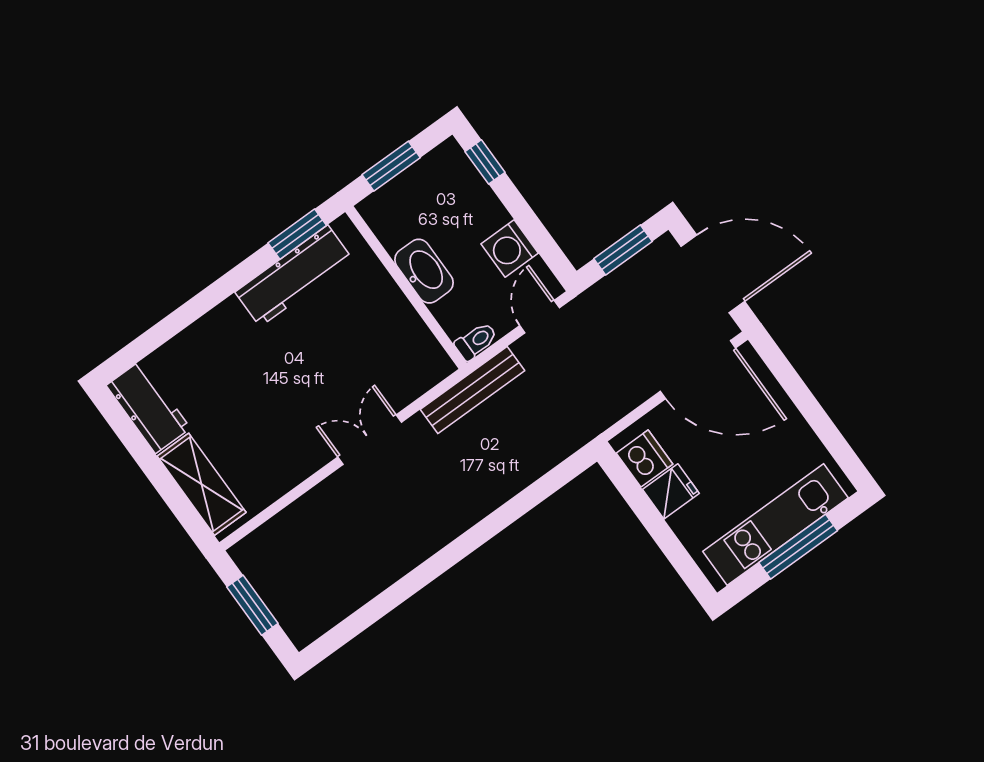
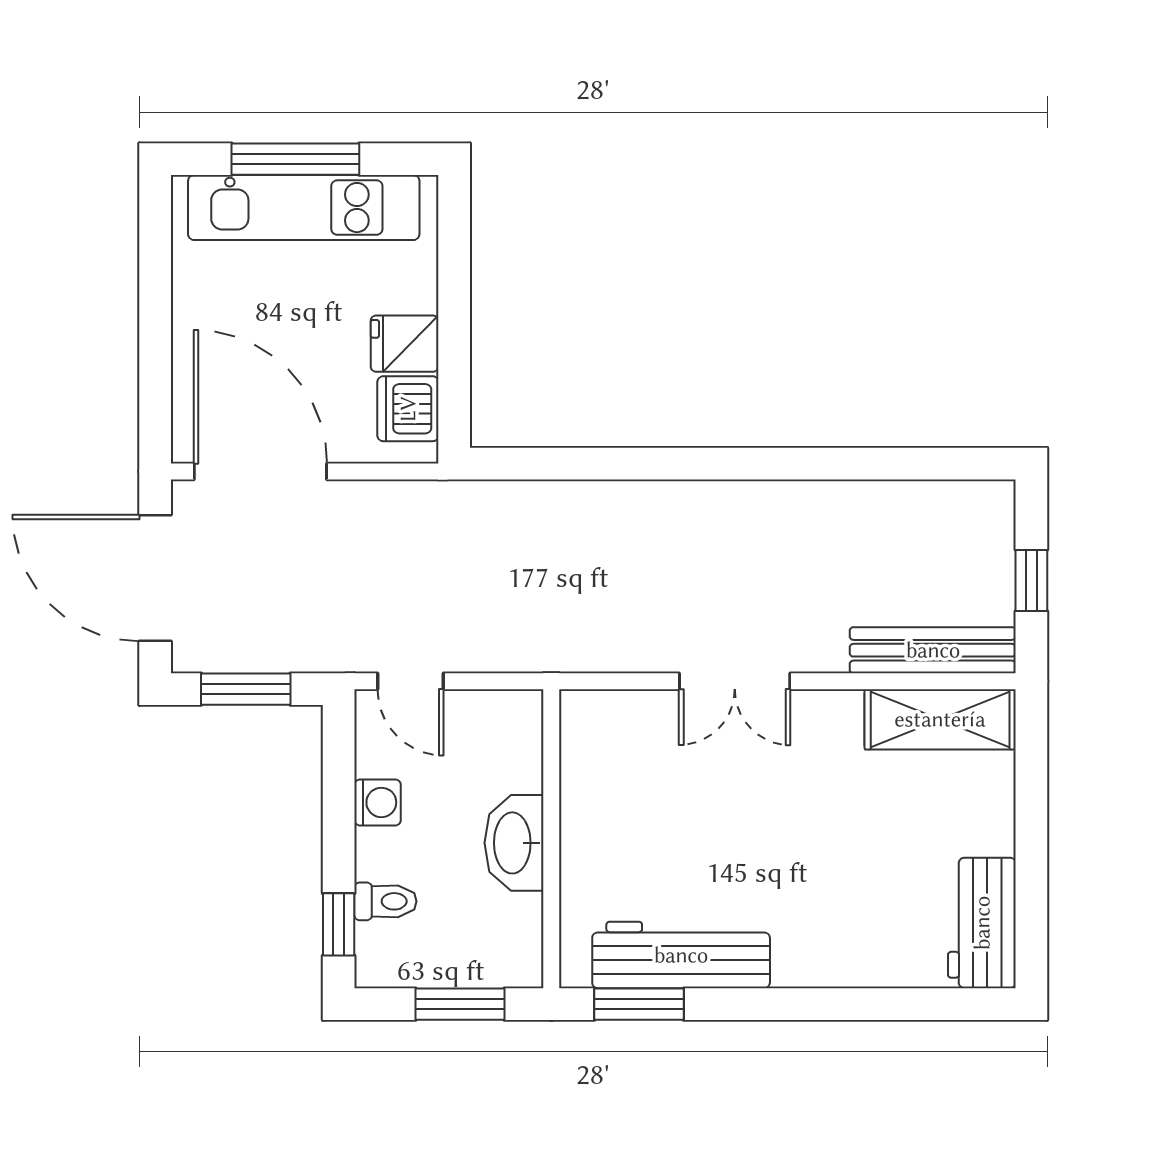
washing machine: (510, 249) -> (378, 802), width x0.73, depth x0.73
door: (540, 317) -> (411, 681), hinge flipped
toilet: (476, 341) -> (385, 901), moved, turned 180
bench: (472, 390) -> (933, 650), moved
shelving: (202, 484) -> (940, 719), moved, turned 90
window: (252, 605) -> (1031, 581), width x0.67

